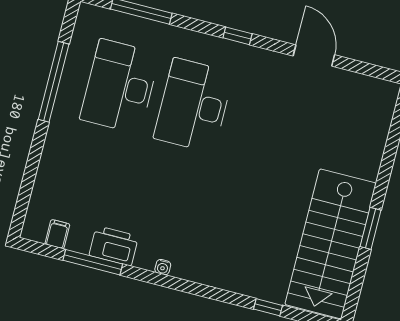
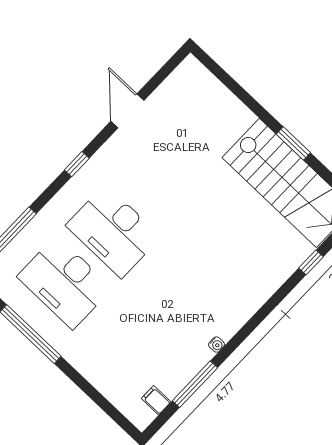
door: (314, 55) -> (127, 111), hinge flipped
printer: (114, 246) -> (191, 360), removed
water cooler: (163, 267) -> (217, 345), moved

